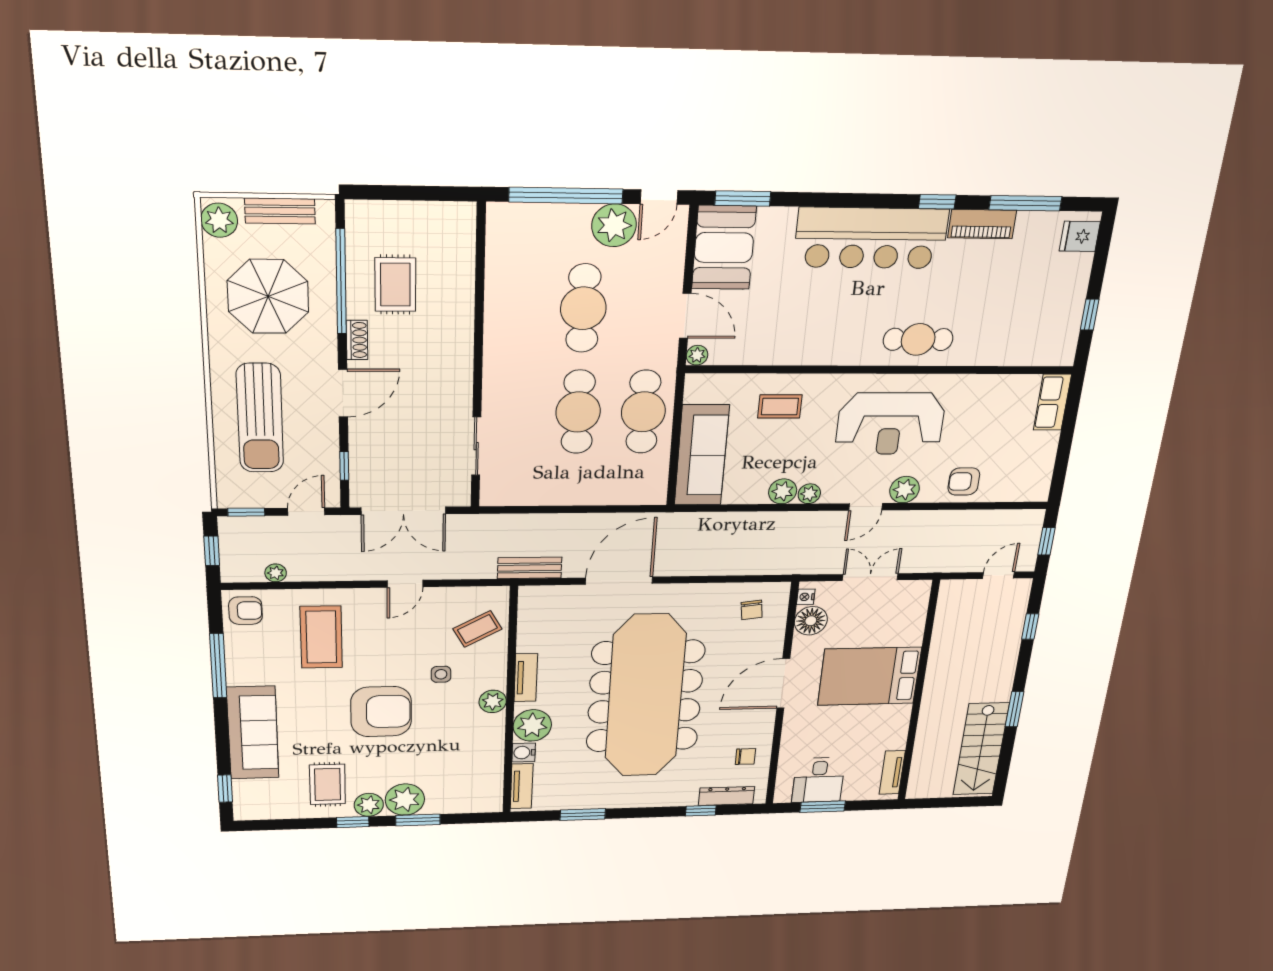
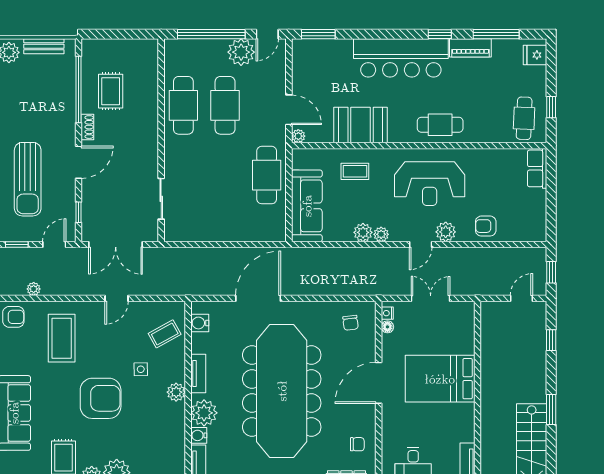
booth: (724, 248) -> (361, 125), moved, turned 90
parasol: (268, 296) -> (35, 99), removed
cafe table: (1046, 331) -> (524, 118), added
cafe table: (578, 412) -> (183, 105), moved
bench: (530, 568) -> (198, 288), removed
water cooler: (530, 614) -> (200, 323), added
floor lamp: (811, 621) -> (387, 327), width x0.53, depth x0.53

